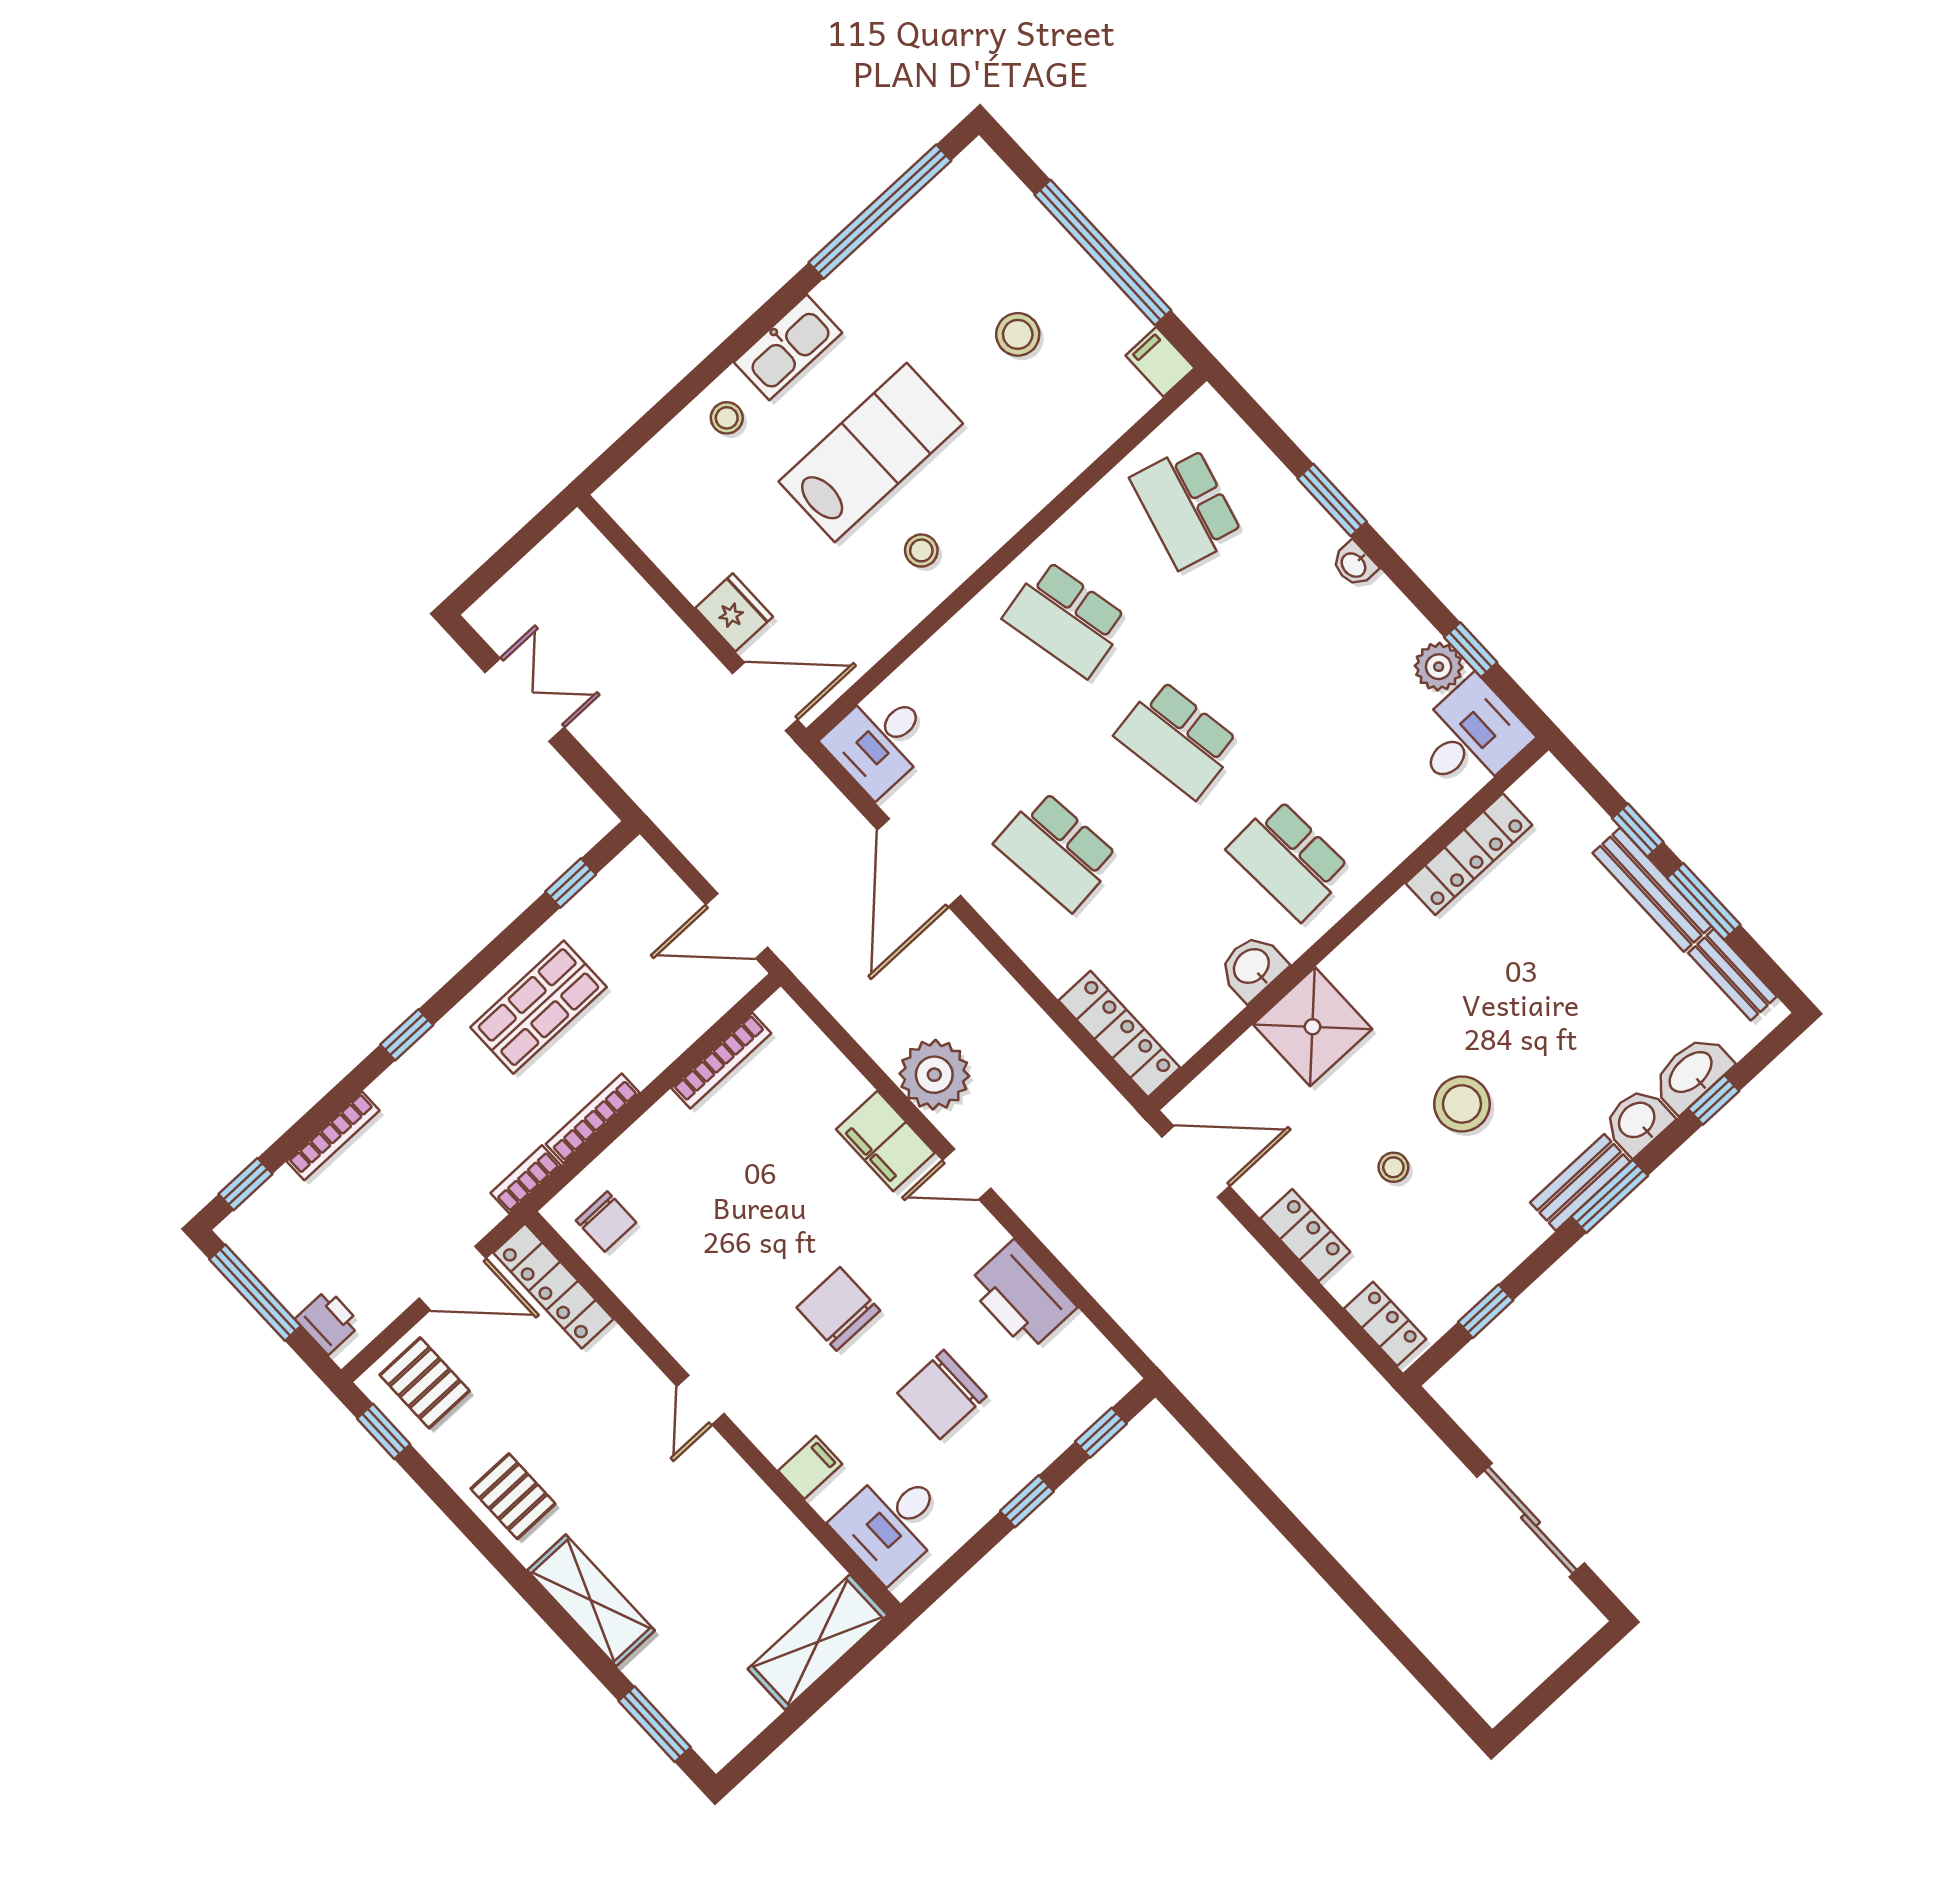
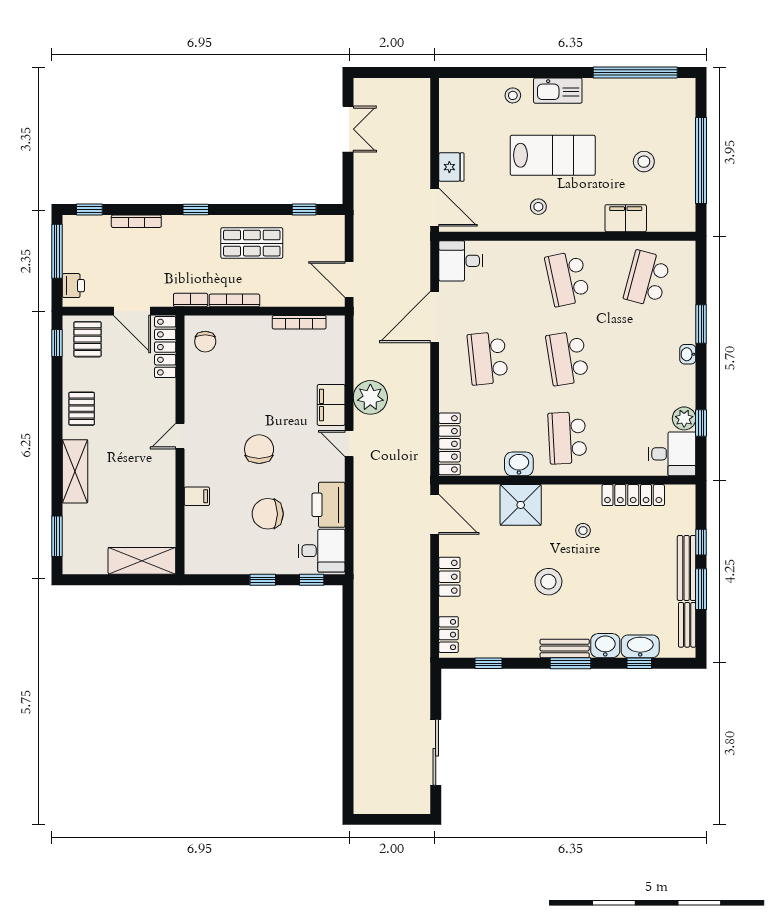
filing cabinet: (1160, 362) -> (626, 218), moved, width x2.00
stool: (1393, 1167) -> (583, 531), moved
desk: (892, 1523) -> (322, 551), moved, turned 180

